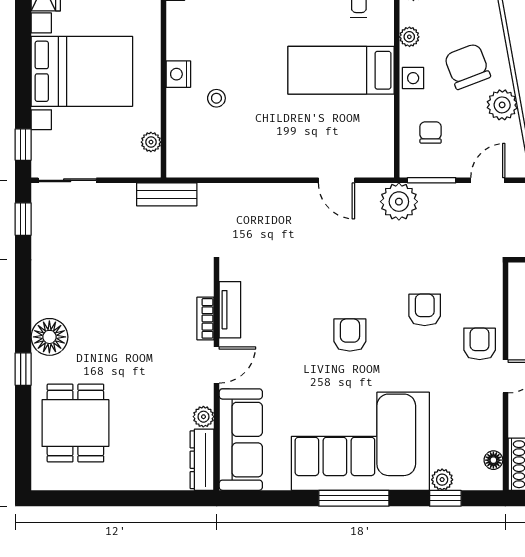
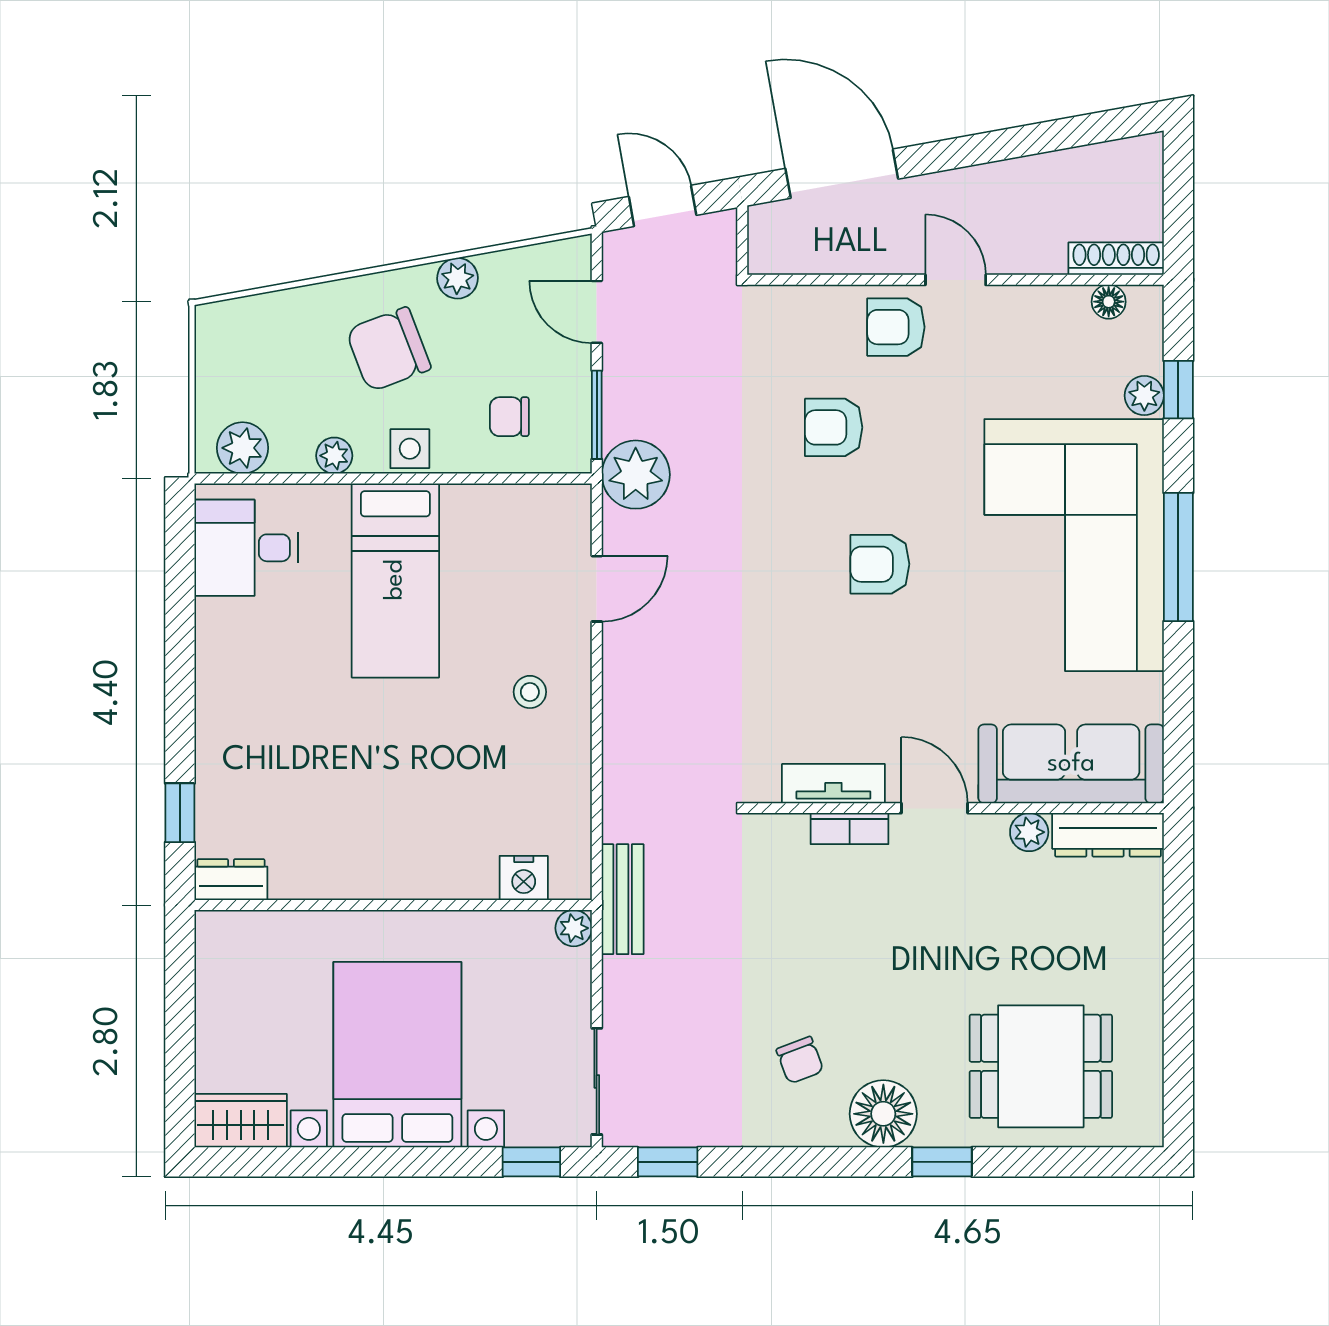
nightstand: (178, 74) -> (524, 878), moved
stool: (216, 98) -> (530, 692), moved
plant: (502, 105) -> (458, 278), width x0.73, depth x0.73
plant: (151, 142) -> (574, 928), moved
chair: (79, 291) -> (800, 1060), added

